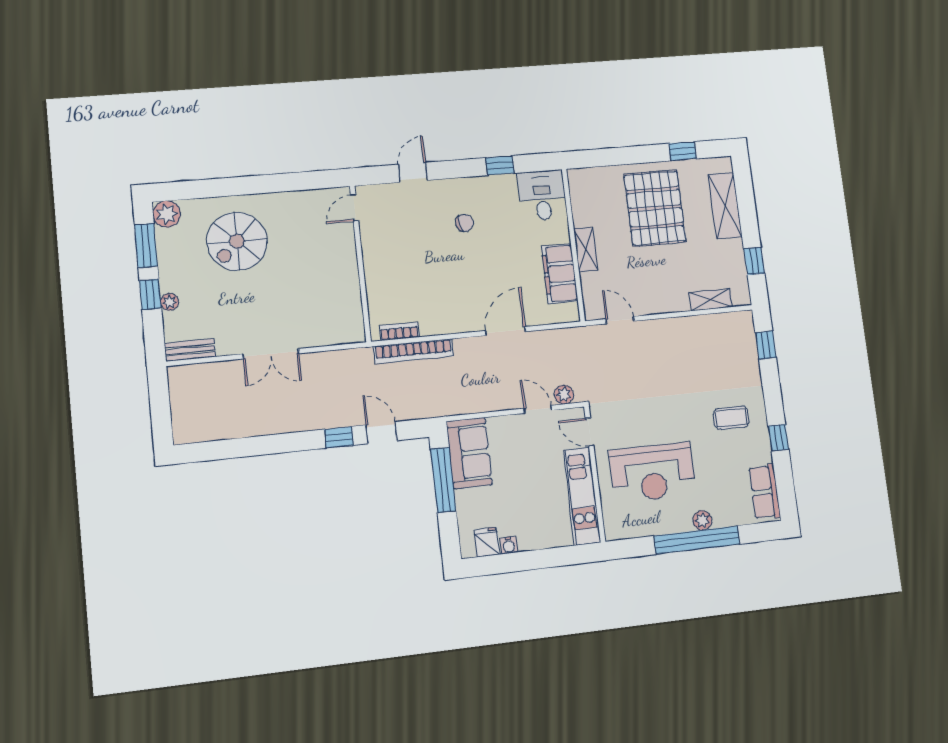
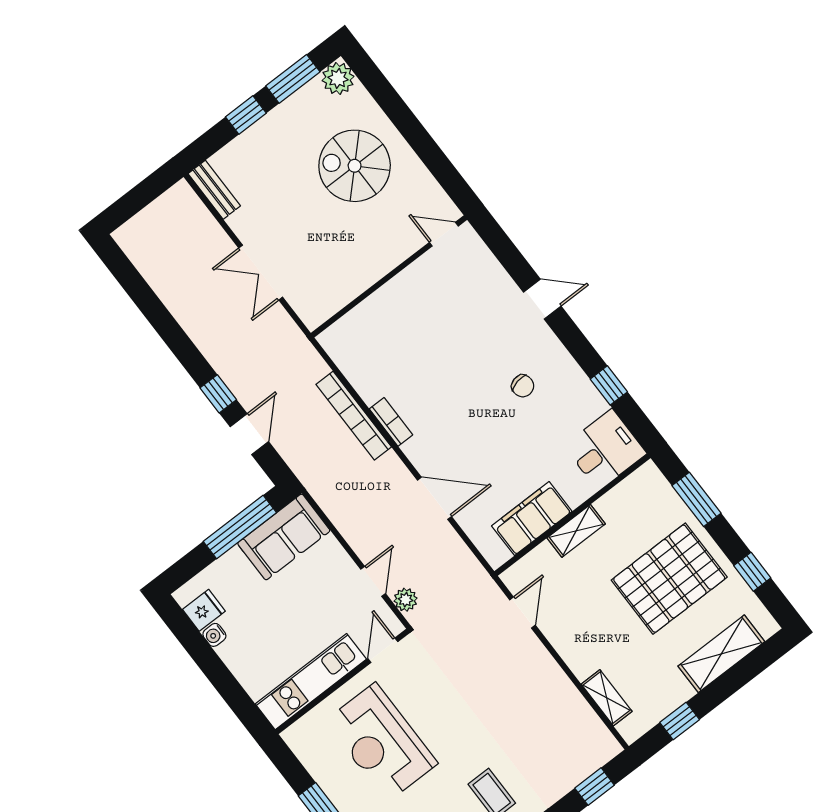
window: (612, 157) -> (696, 499), added
door: (355, 208) -> (444, 234), moved
wall: (360, 263) -> (389, 276), moved
plant: (170, 302) -> (250, 139), removed
bookcase: (399, 331) -> (391, 422), moved

